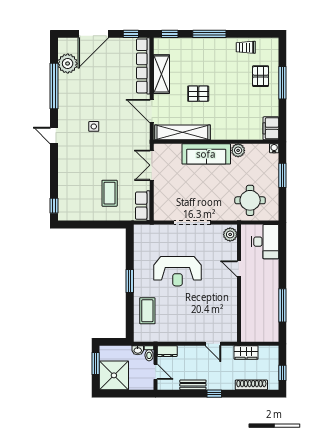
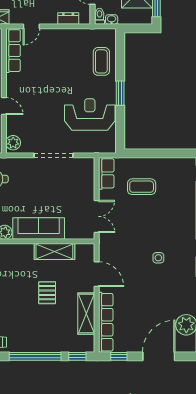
window: (209, 34) -> (35, 356), width x1.46
pallet: (198, 94) -> (47, 293), turned 90
shelving: (182, 132) -> (54, 251), width x0.68
coffee table: (110, 193) -> (142, 187), turned 90
reception desk: (177, 271) -> (90, 114), moved
row of seats: (230, 321) -> (13, 51), added
door: (213, 344) -> (31, 26), swing flipped
dresser: (167, 351) -> (68, 18), moved

